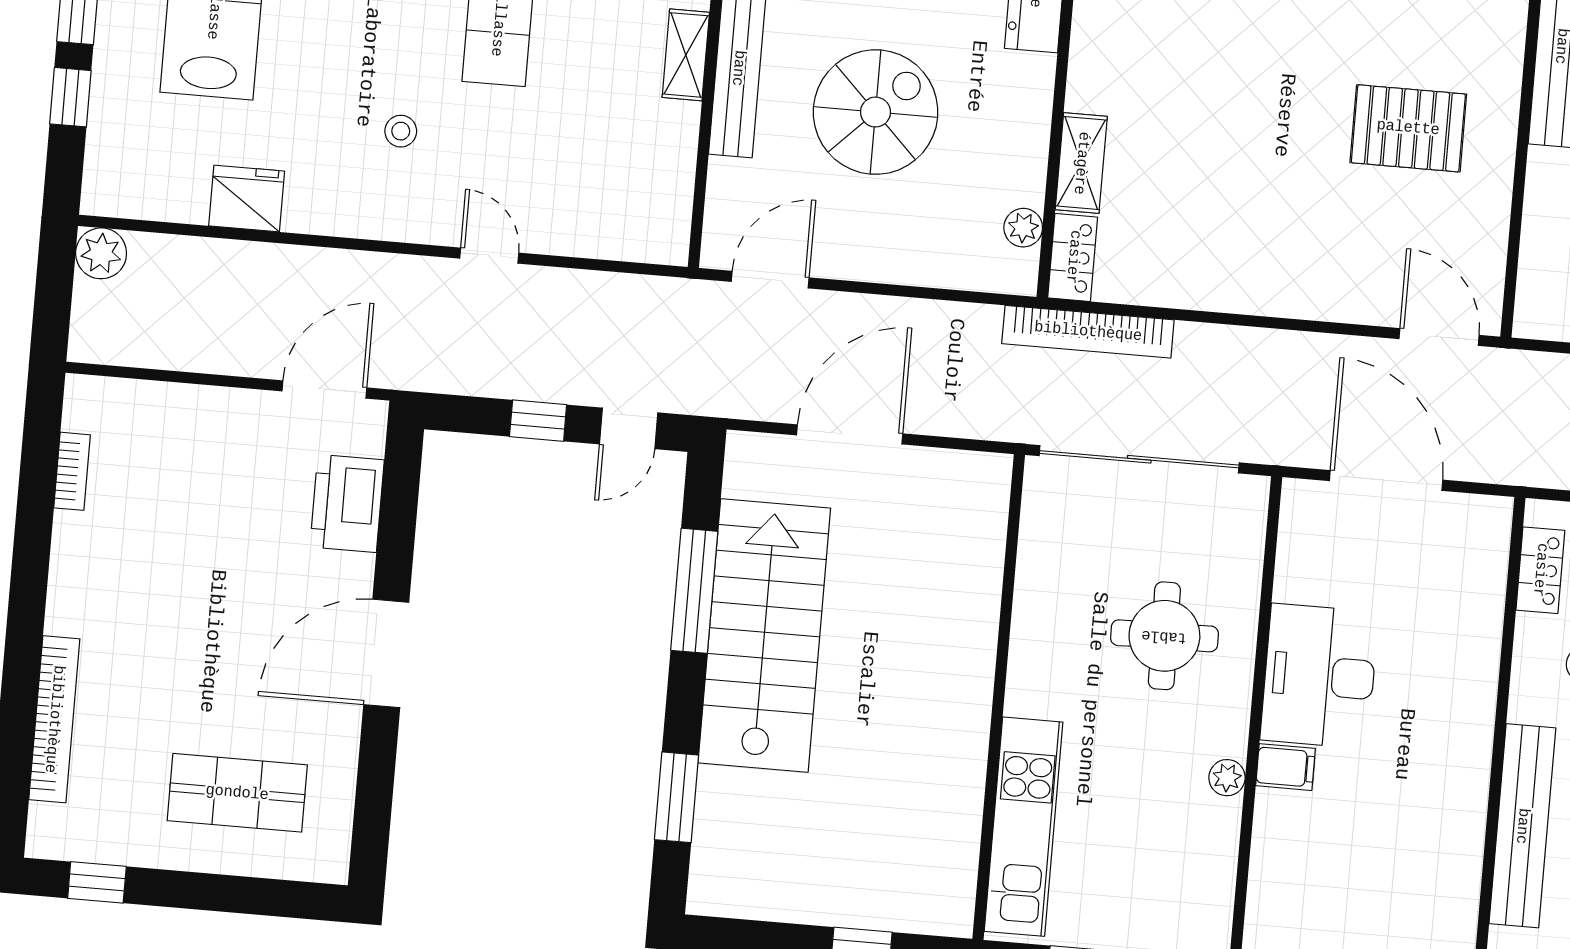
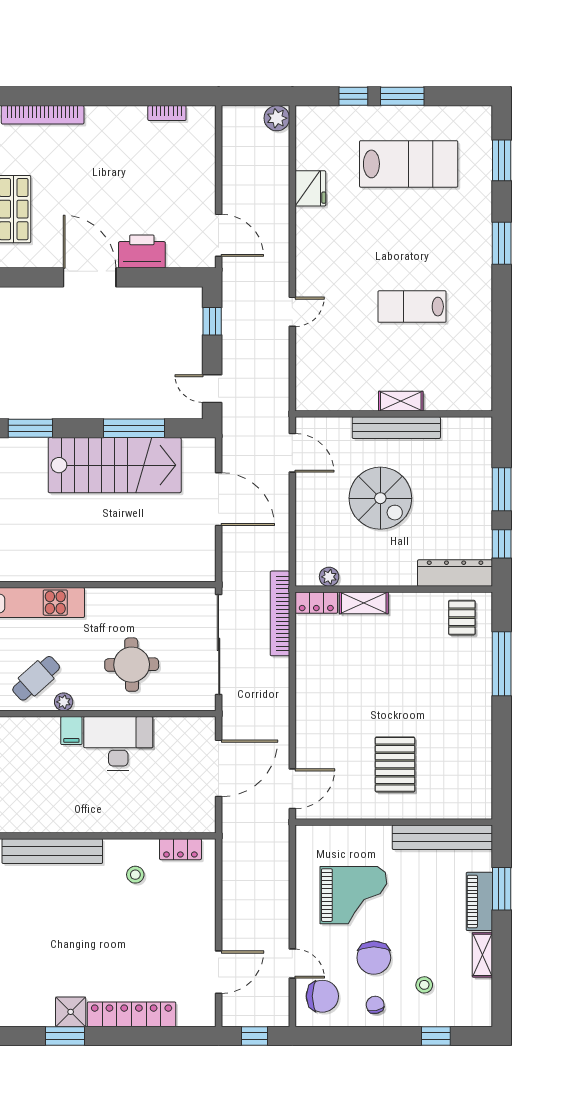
stool: (401, 131) -> (351, 262), removed
window: (538, 421) -> (212, 321), moved
printer: (347, 503) -> (142, 252), moved
cafe table: (1176, 828) -> (36, 678), added

